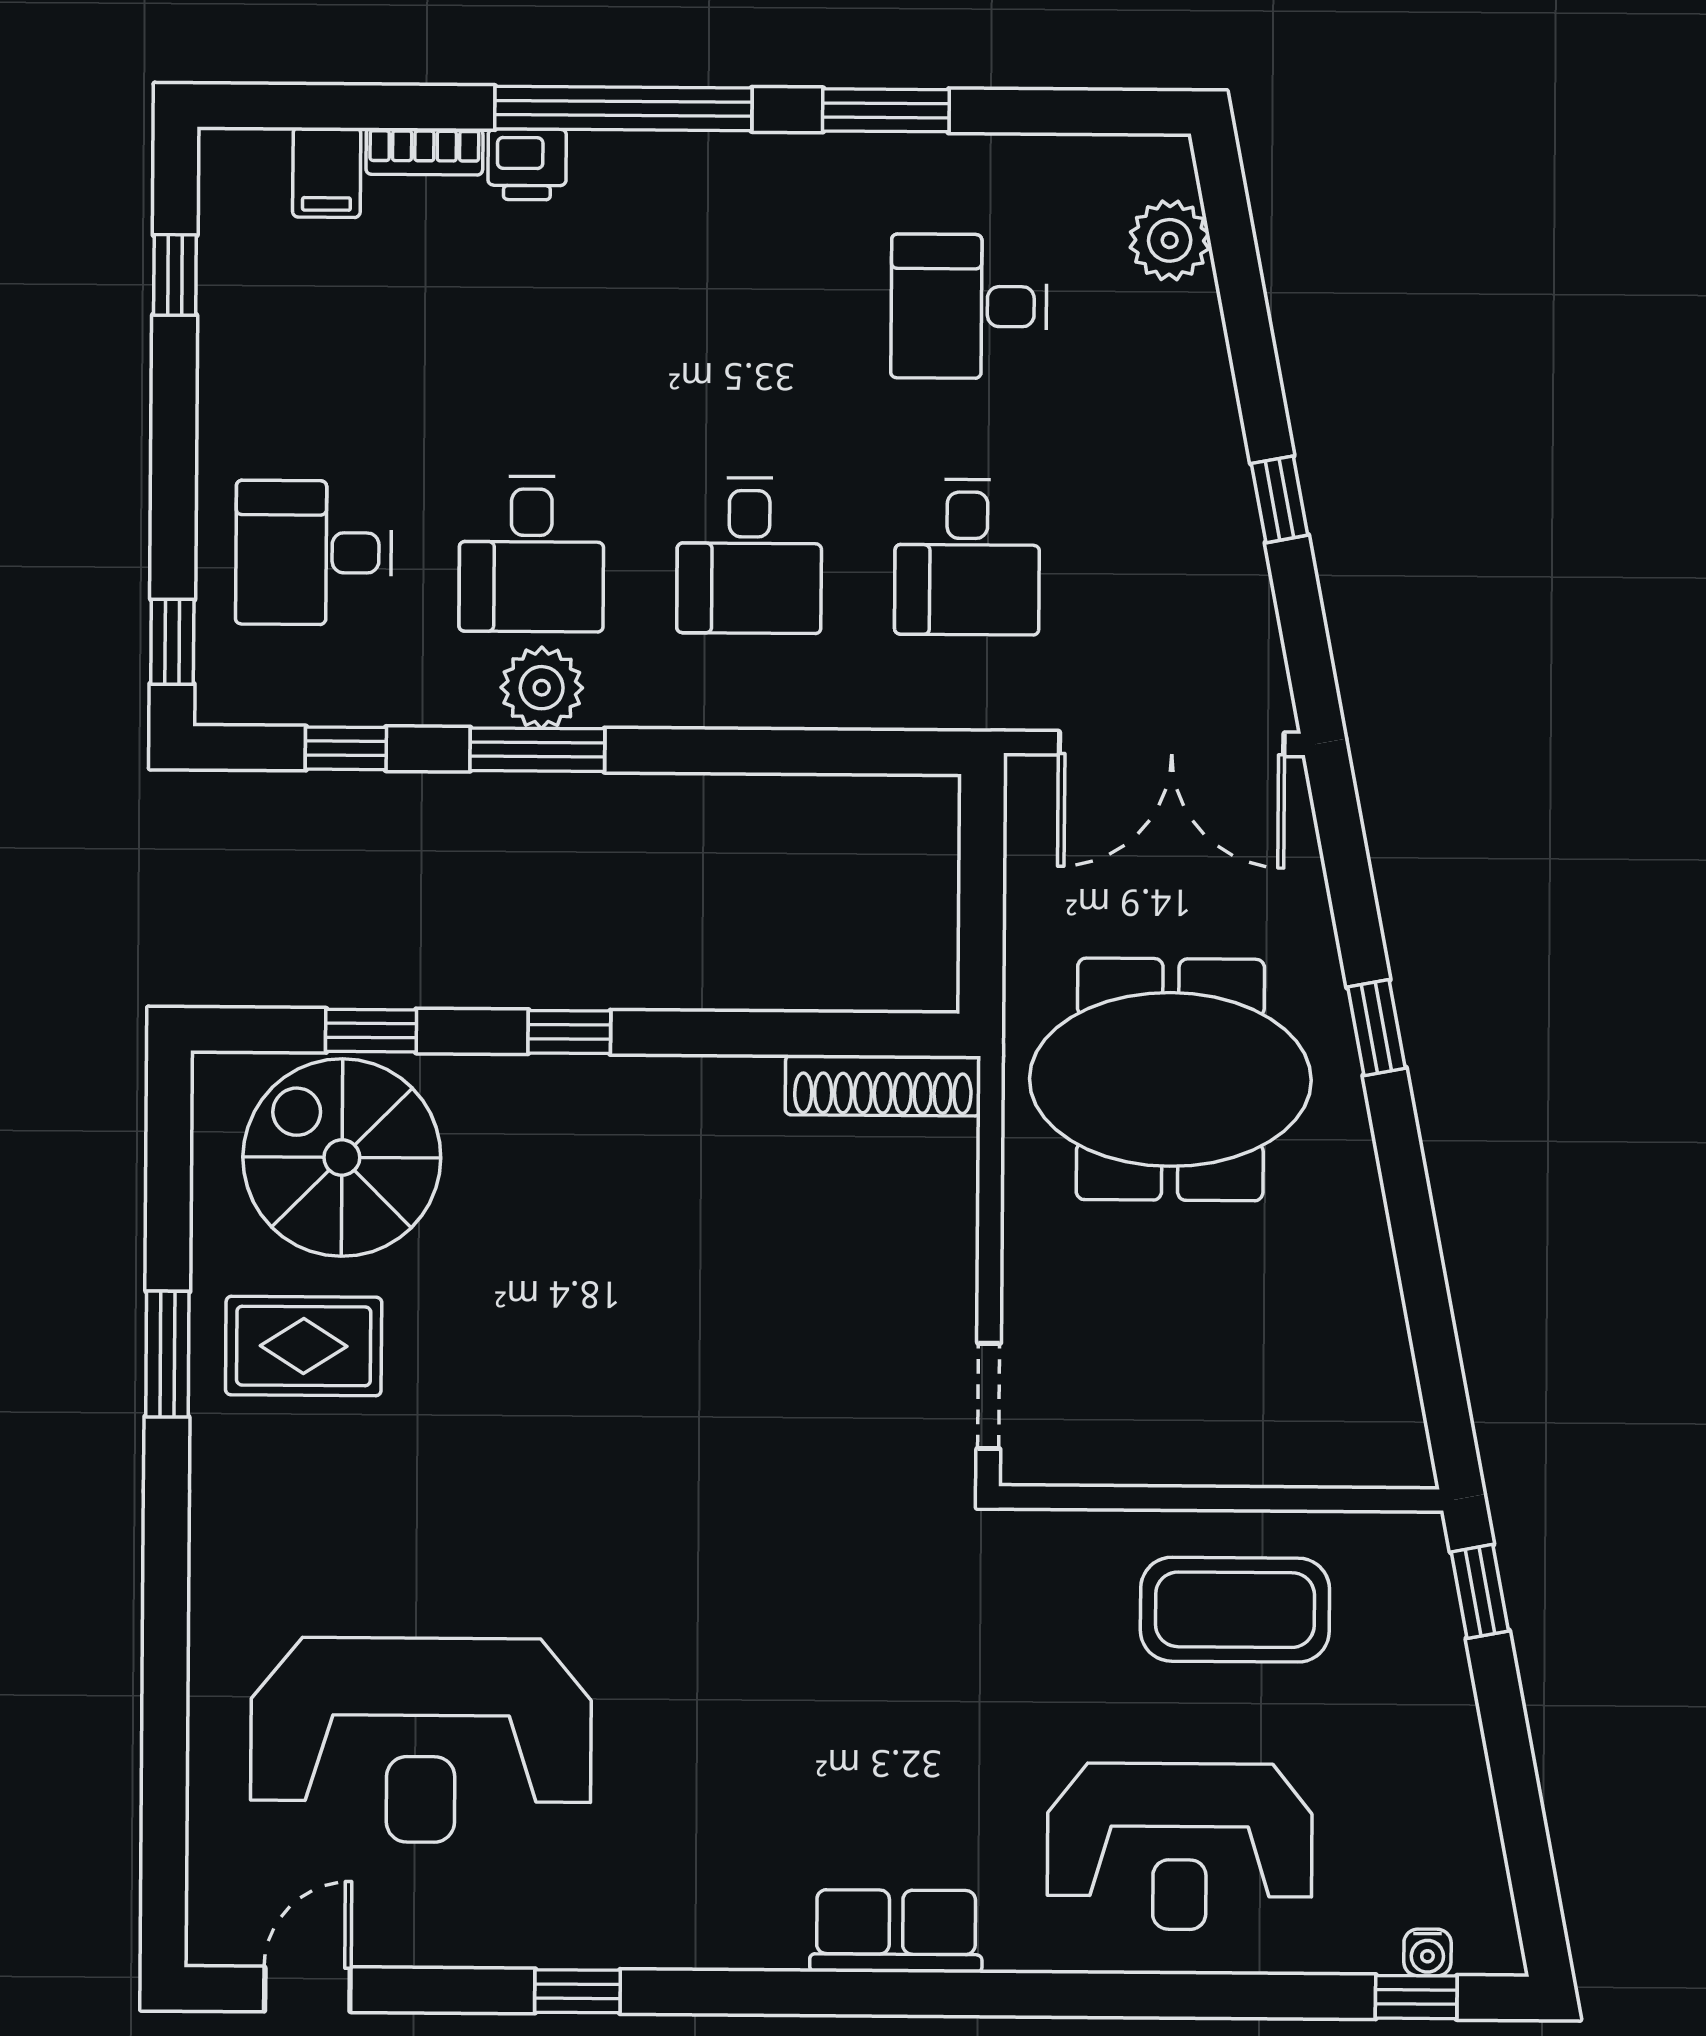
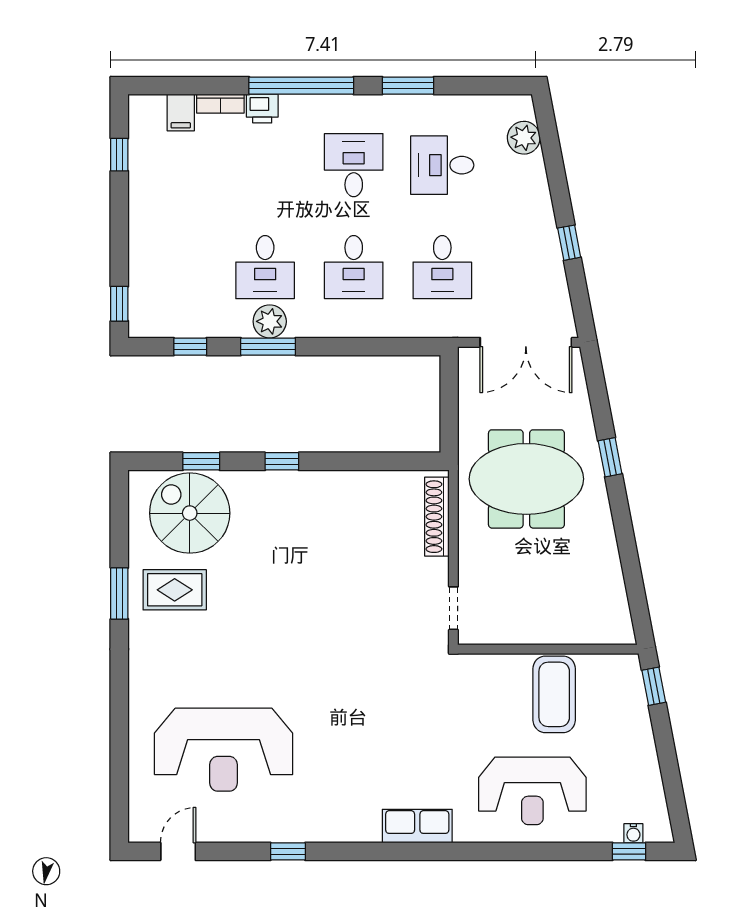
desk: (314, 553) -> (354, 165), moved, turned 90
shoe rack: (883, 1085) -> (437, 517), moved, turned 90
coffee table: (1235, 1610) -> (554, 694), turned 90

